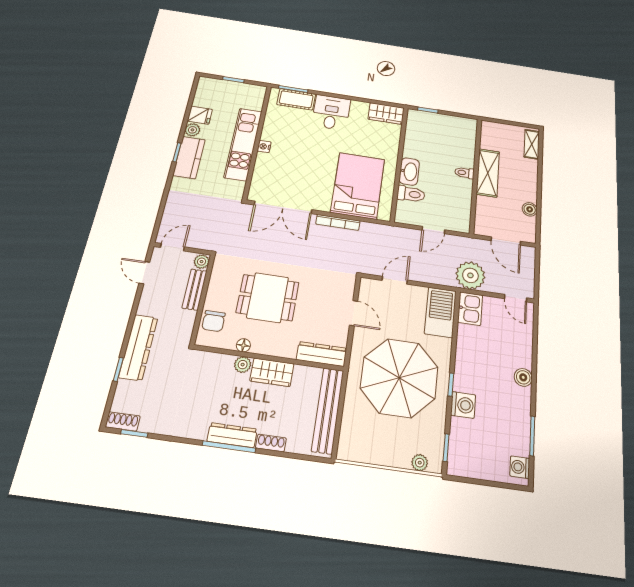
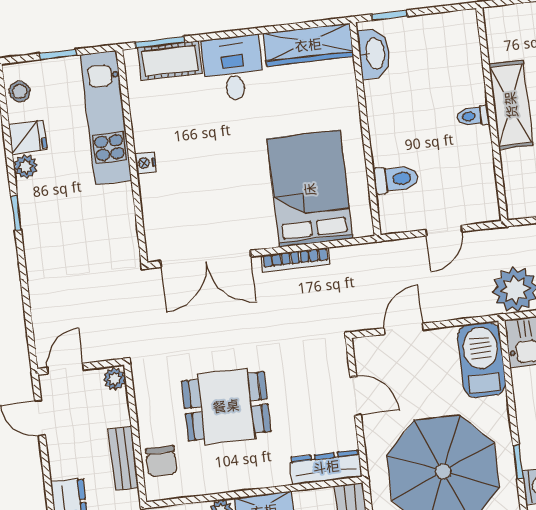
stool: (204, 92) -> (20, 91), added
wardrobe: (386, 113) -> (308, 45), width x1.50
kitchen unit: (243, 144) -> (106, 118), moved
kitchen counter: (189, 157) -> (38, 216), removed
washbasin: (409, 172) -> (374, 54), moved
bench: (195, 289) -> (123, 458), moved
floor lamp: (243, 345) -> (214, 484), removed

